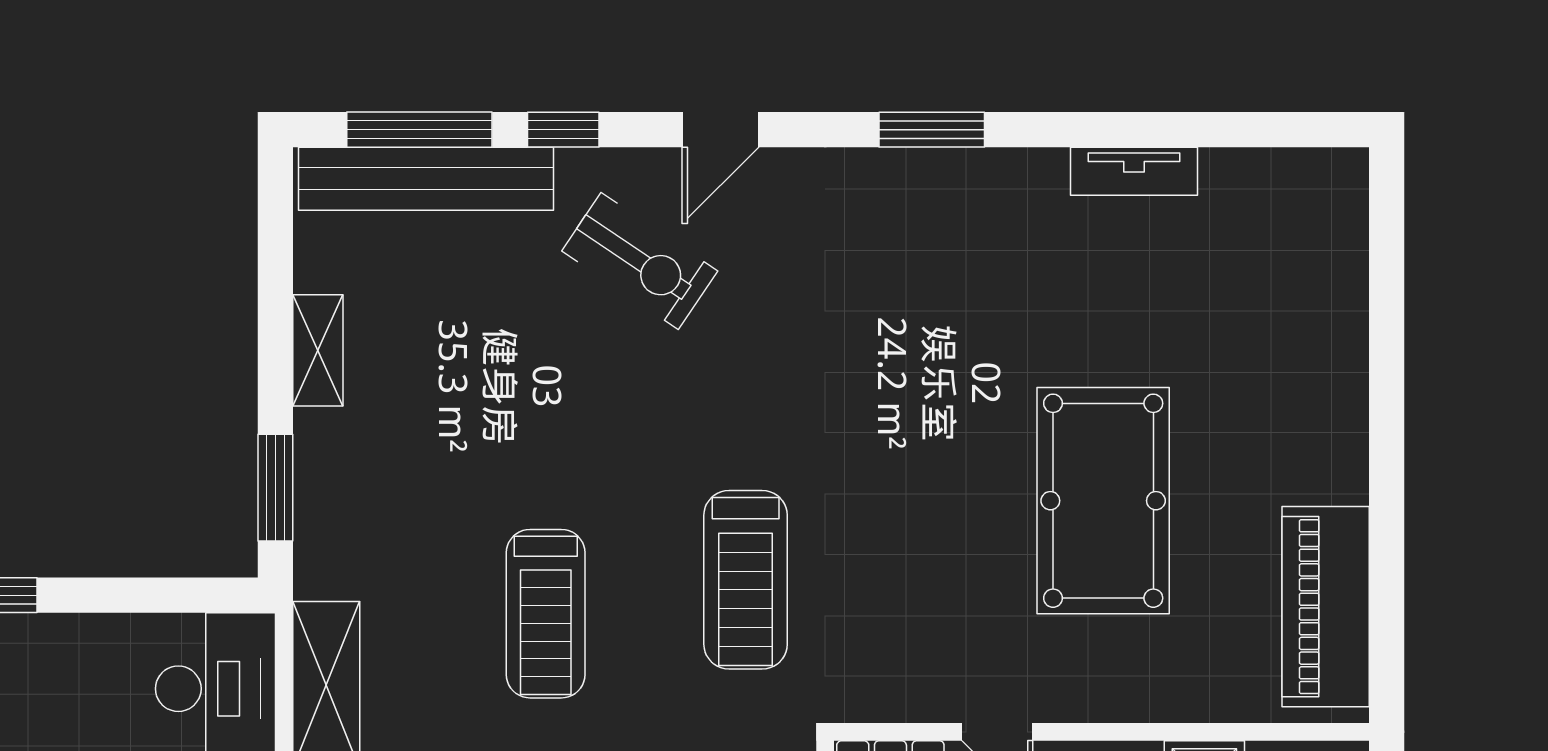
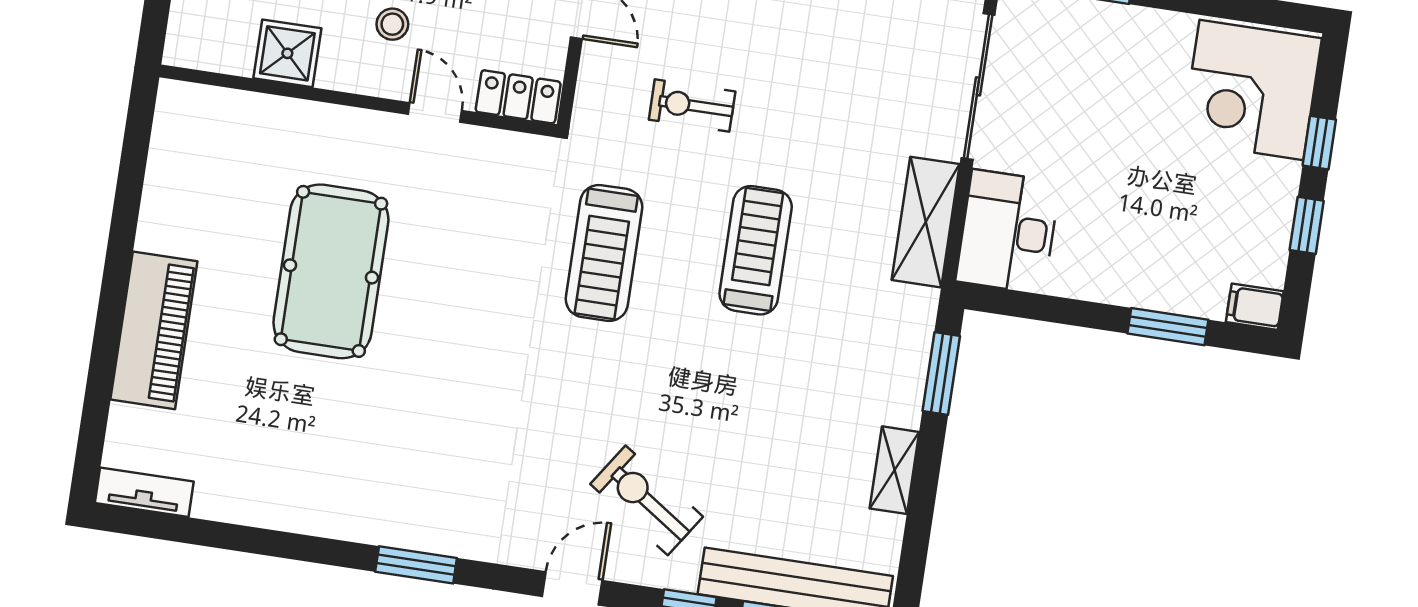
tv unit: (1134, 171) -> (144, 492), moved
treadmill: (746, 580) -> (604, 253), turned 180
piano: (1326, 607) -> (154, 330), moved

